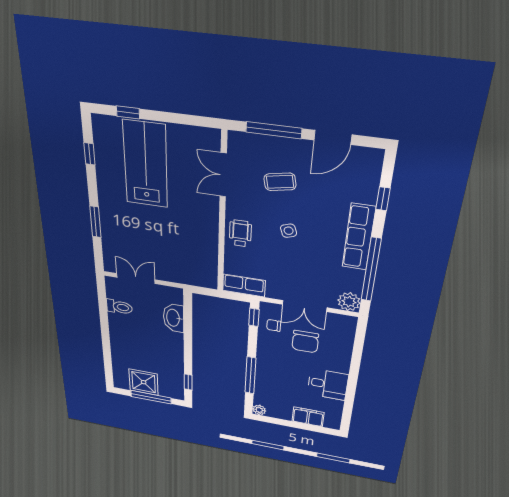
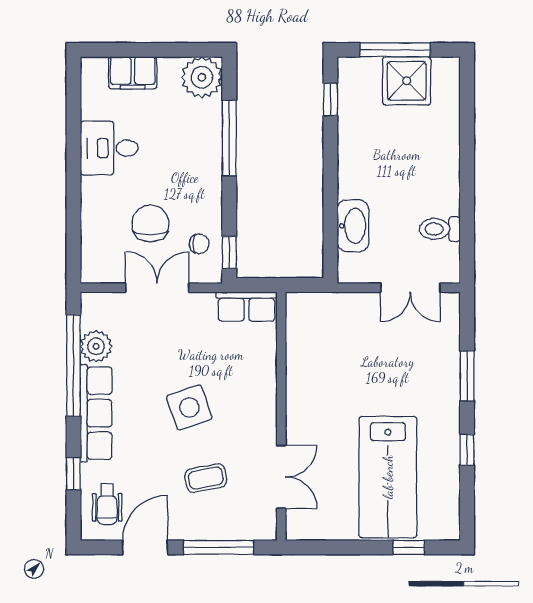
window: (89, 154) -> (467, 450), moved
side table: (289, 231) -> (189, 408), width x1.87, depth x1.87
wheelchair: (240, 233) -> (107, 504), moved
plant: (349, 302) -> (96, 346), moved
plant: (259, 410) -> (202, 77), width x1.88, depth x1.88

